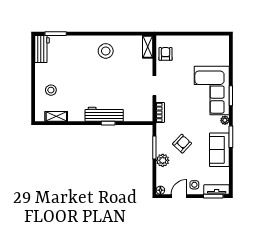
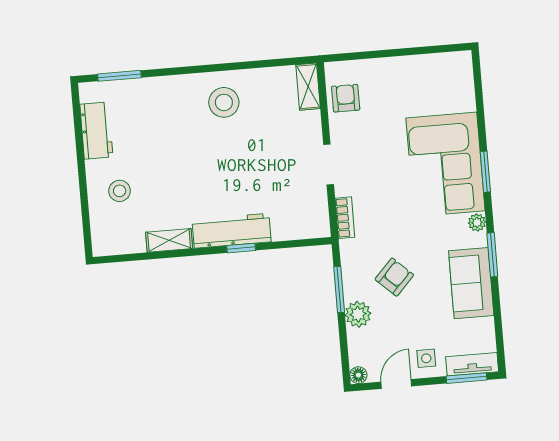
workbench: (42, 49) -> (96, 131), moved
shelving: (56, 116) -> (169, 240), moved

